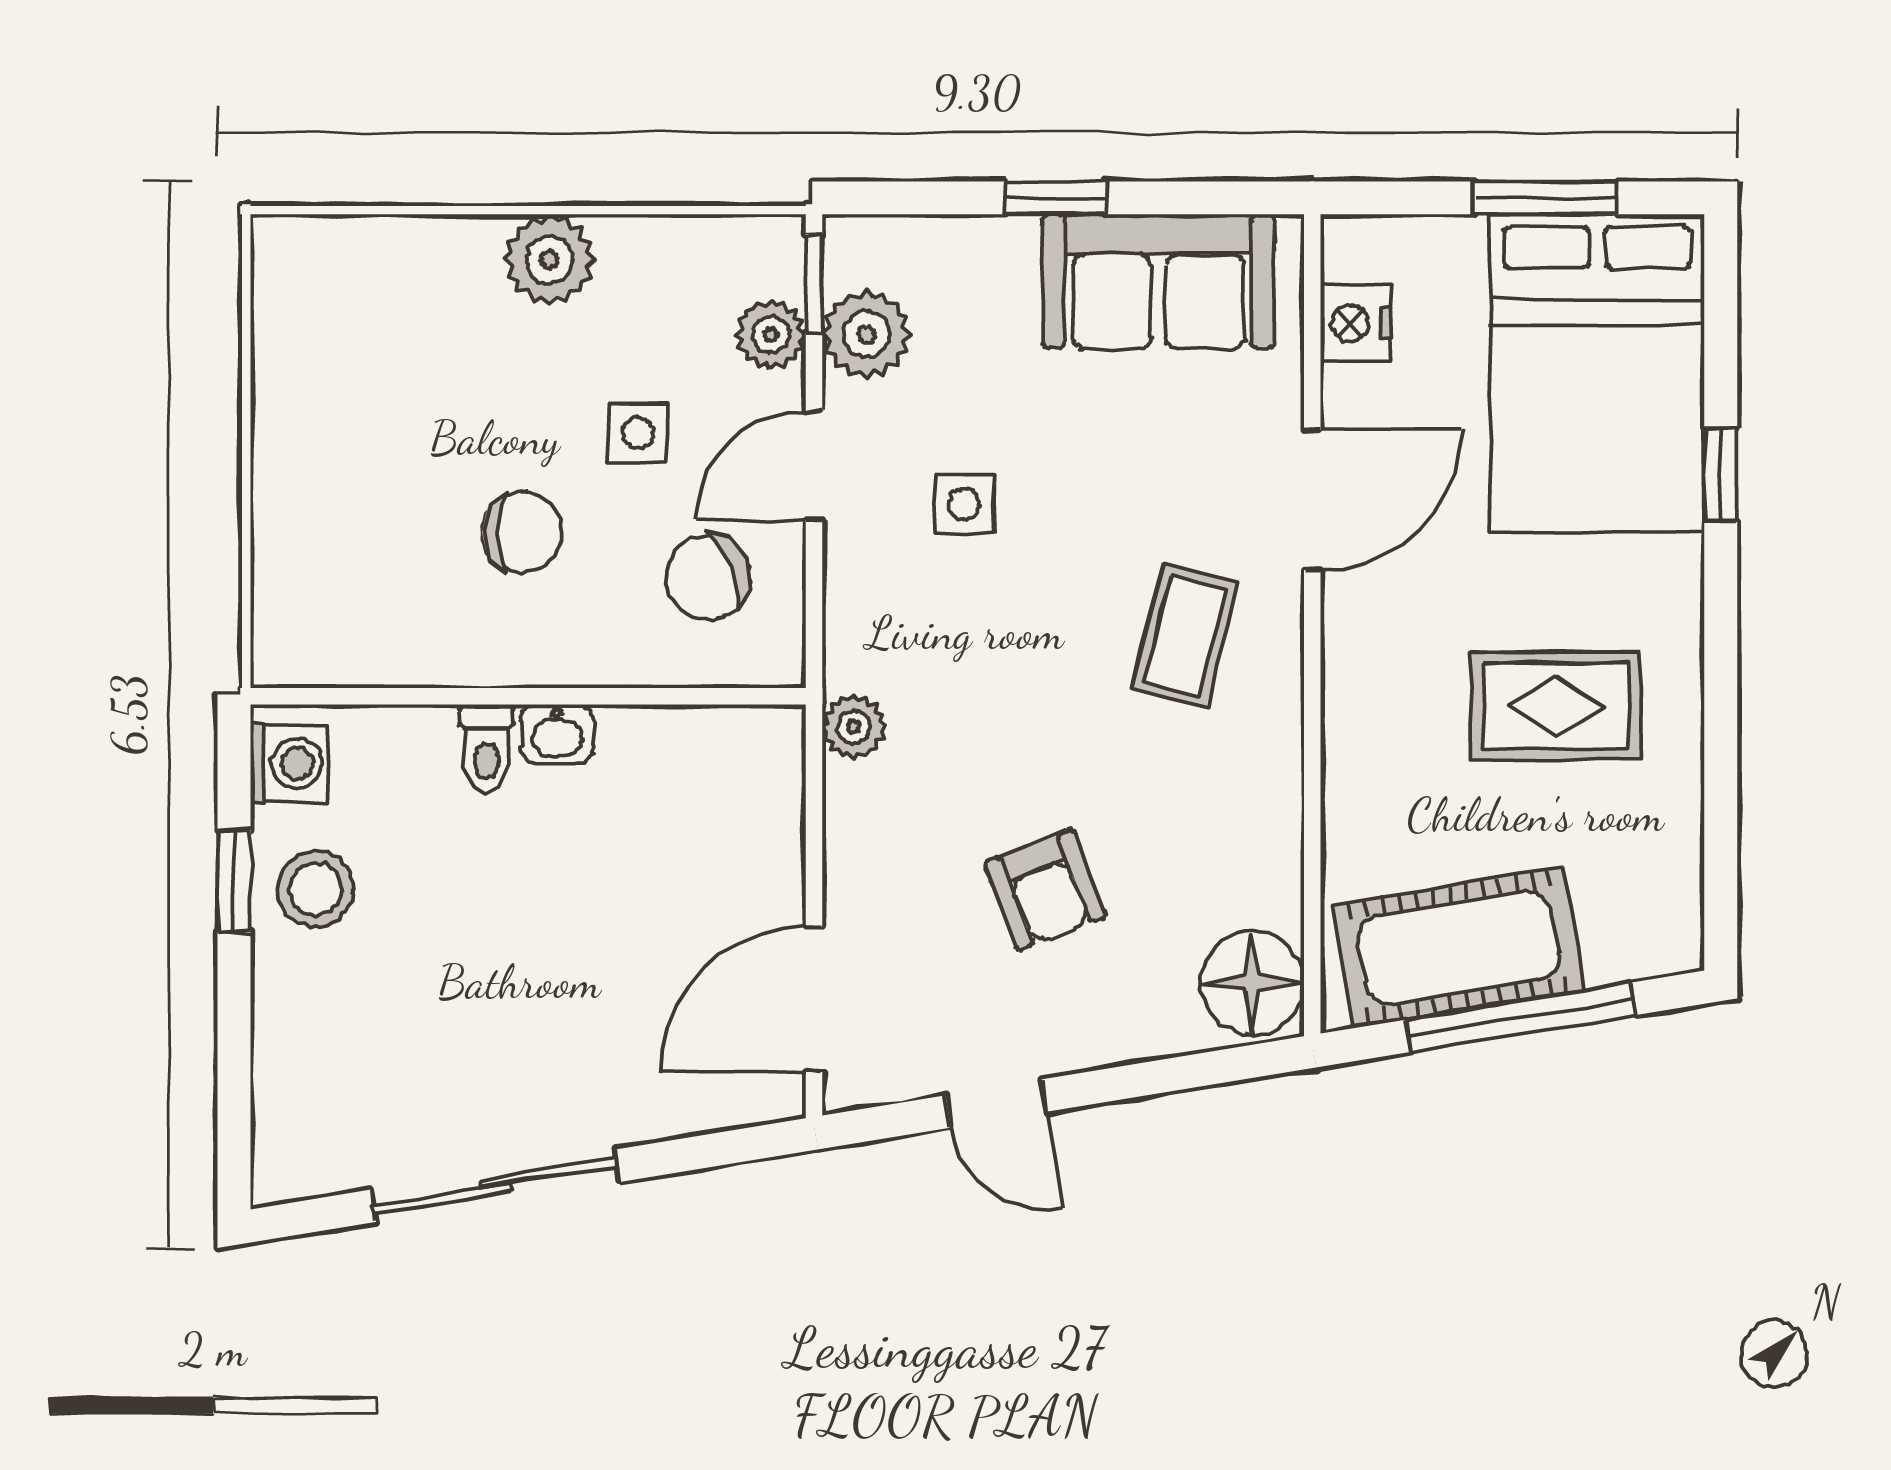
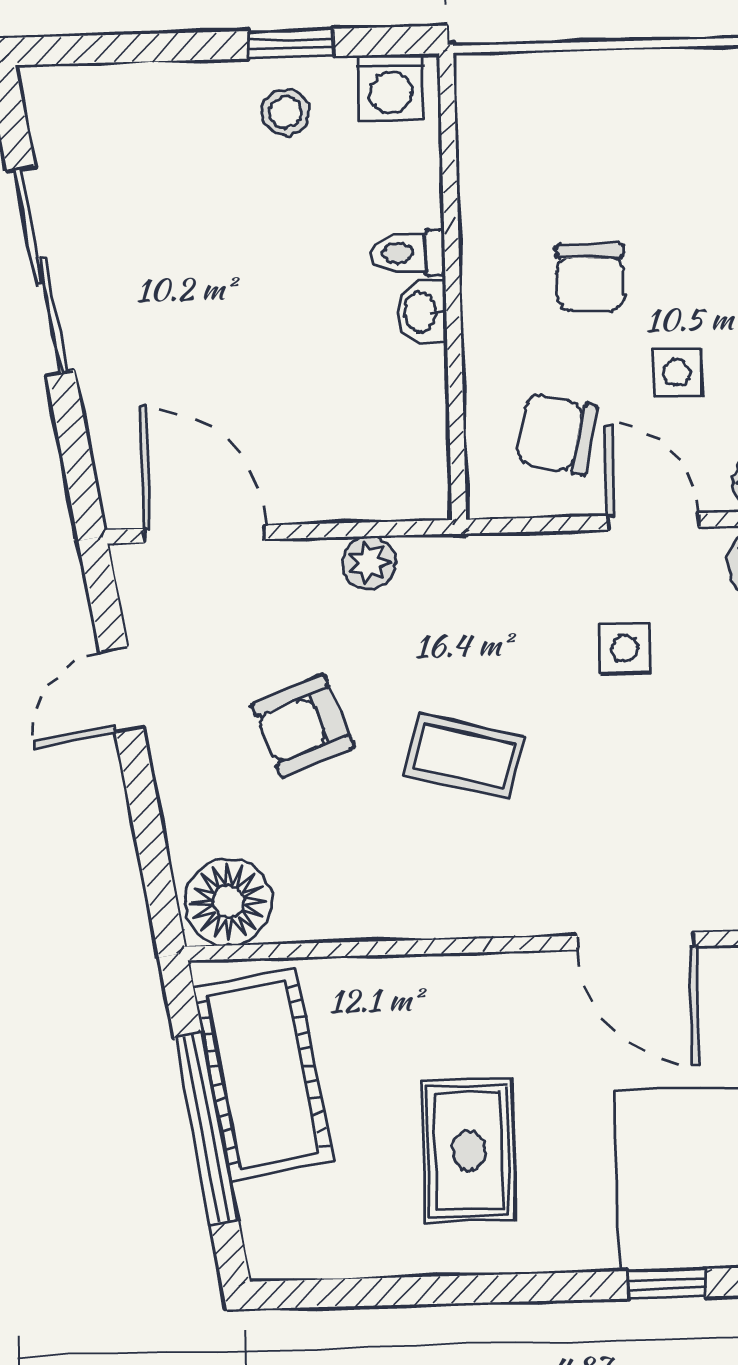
chair: (707, 578) -> (556, 434), turned -54
coffee table: (1185, 636) -> (464, 756), moved
plant: (854, 727) -> (369, 563), moved
stool: (316, 889) -> (286, 112), width x0.73, depth x0.73

